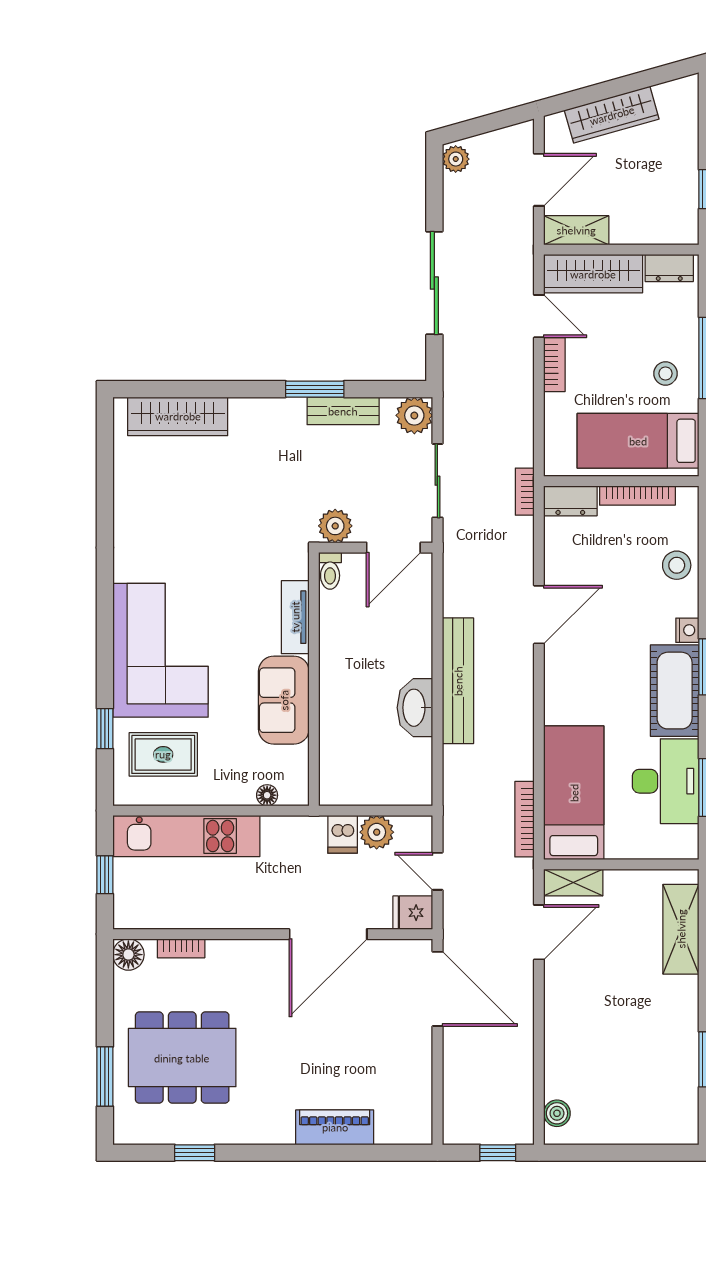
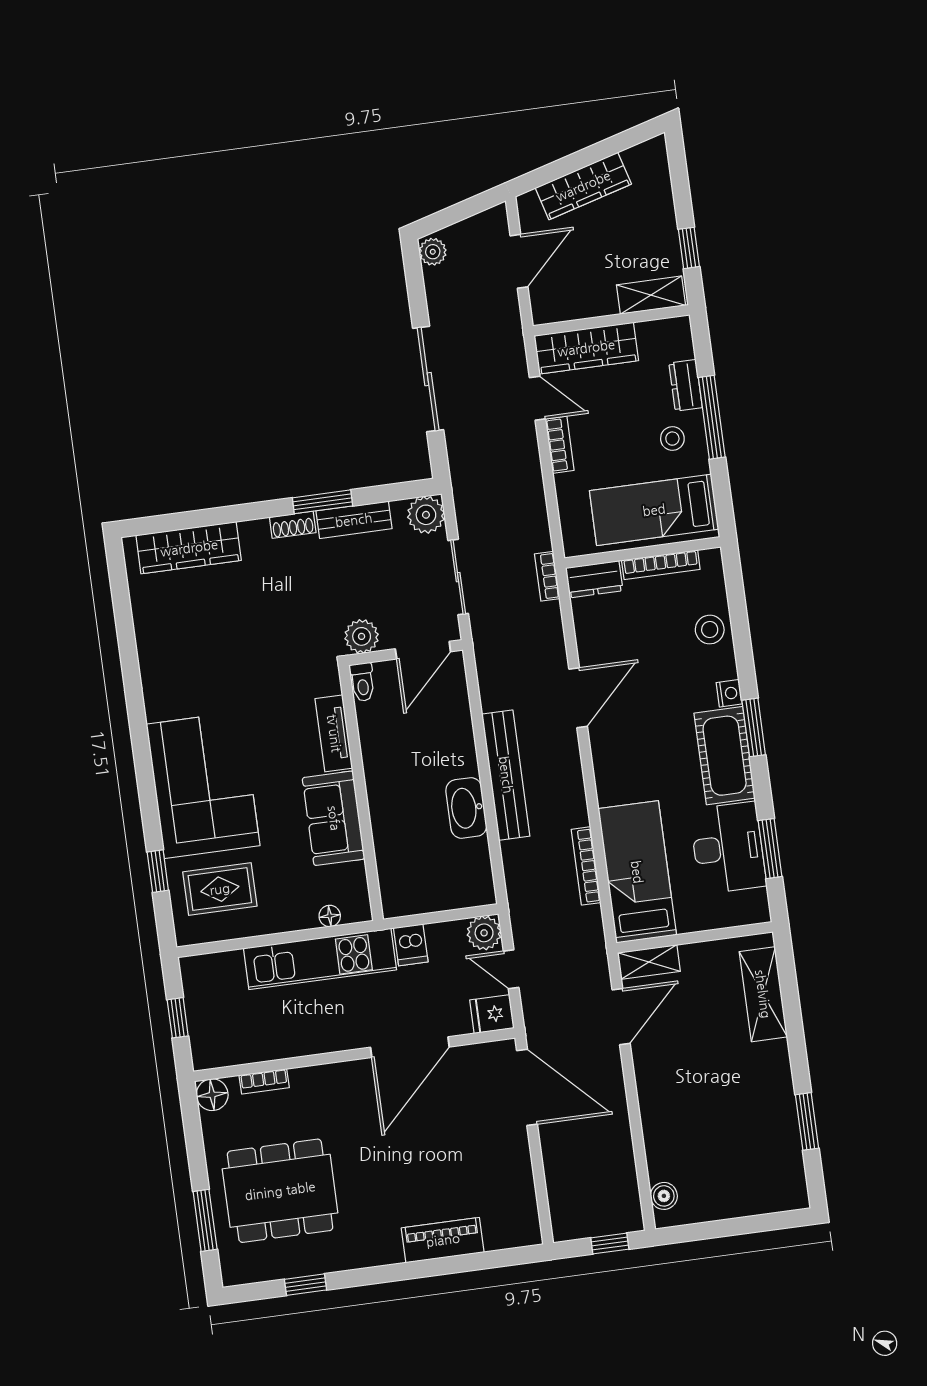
shelving: (576, 230) -> (651, 295), moved
dresser: (669, 268) -> (686, 385), moved, turned 90
shoe rack: (283, 408) -> (293, 525), added
bookcase: (524, 819) -> (586, 866), moved
plant: (377, 832) -> (484, 933), moved
kitchen unit: (186, 836) -> (320, 959), moved

